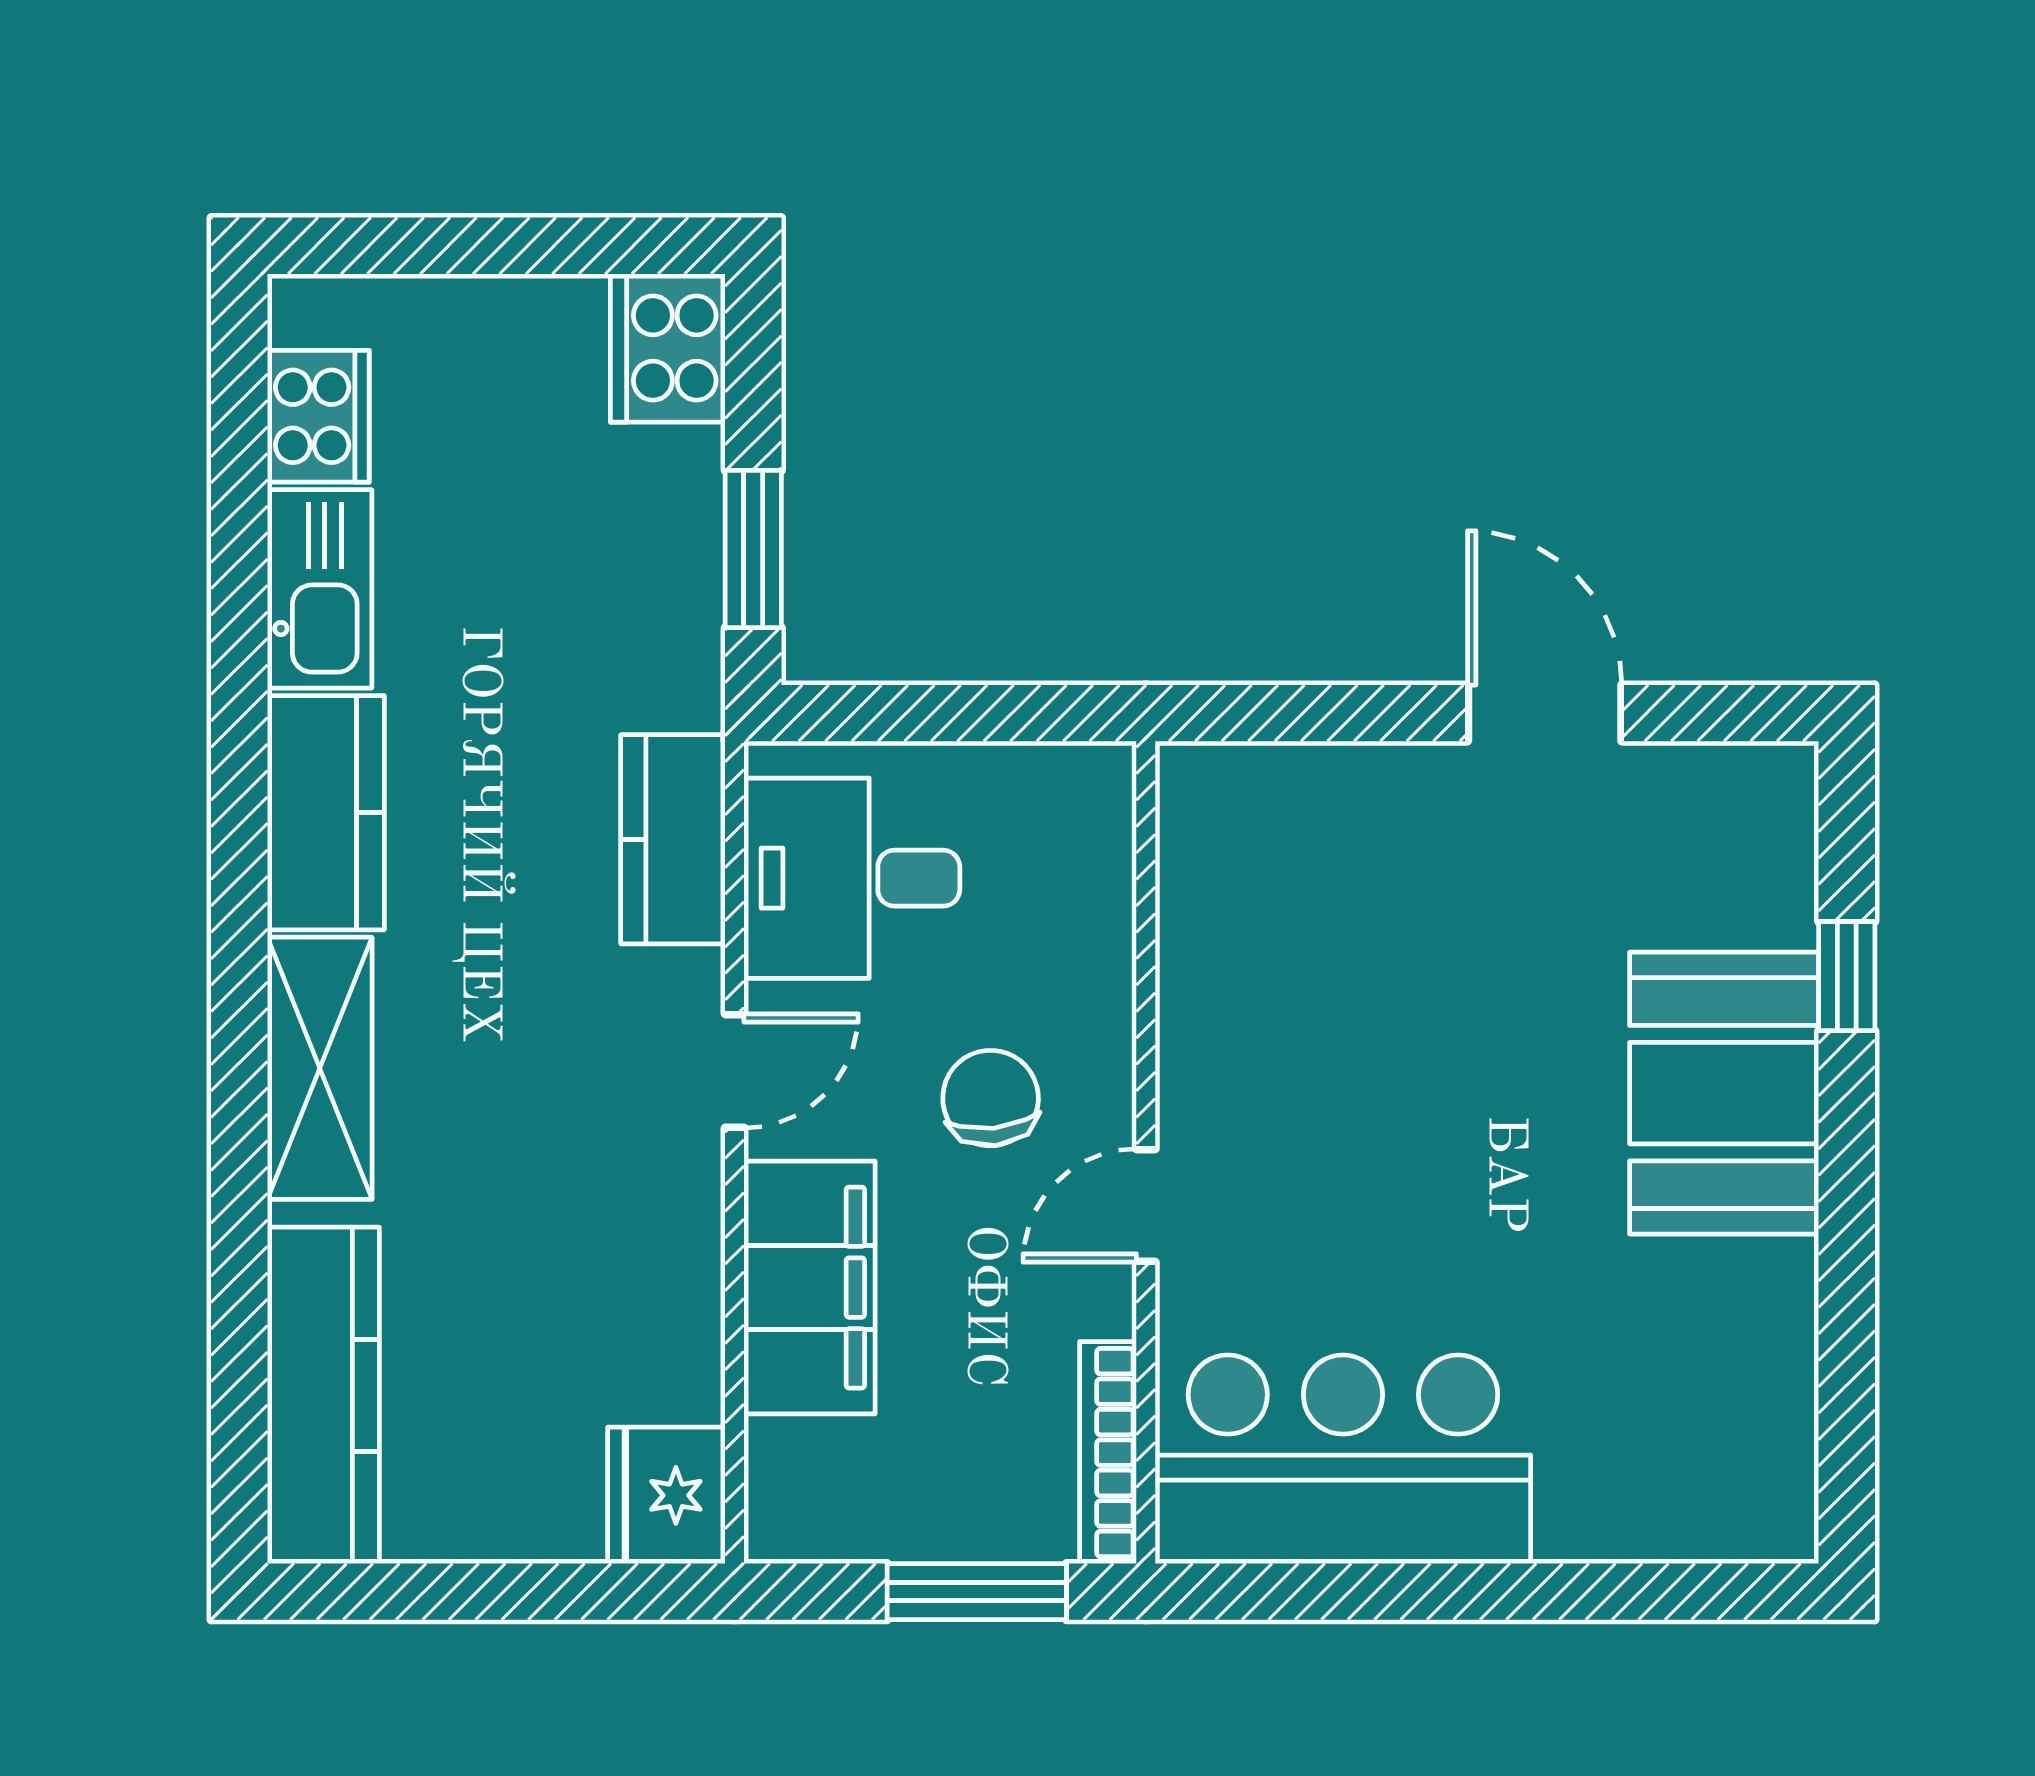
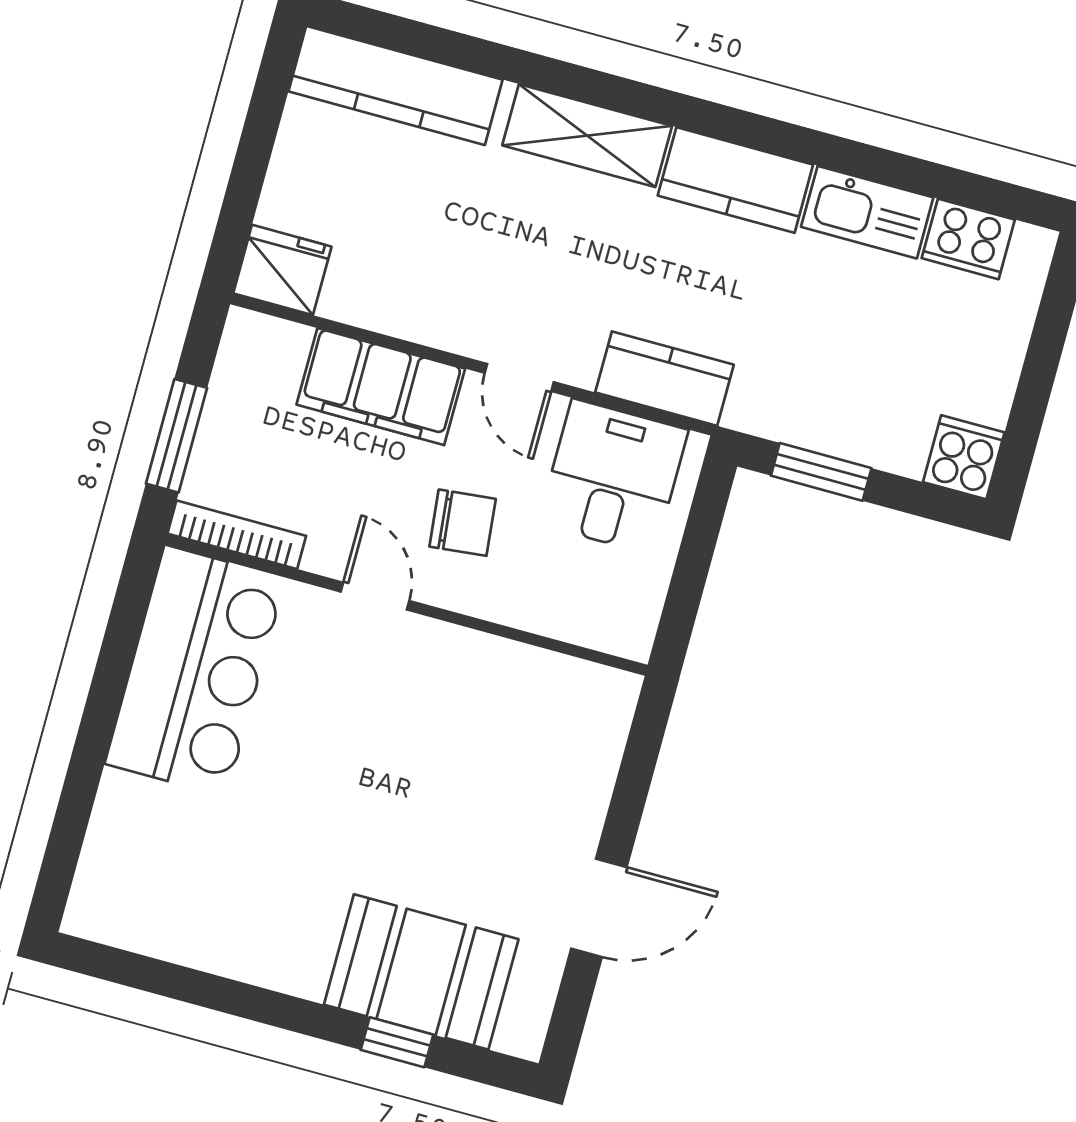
cooker: (668, 348) -> (964, 457), width x0.73
booth: (1724, 1093) -> (421, 972), moved

